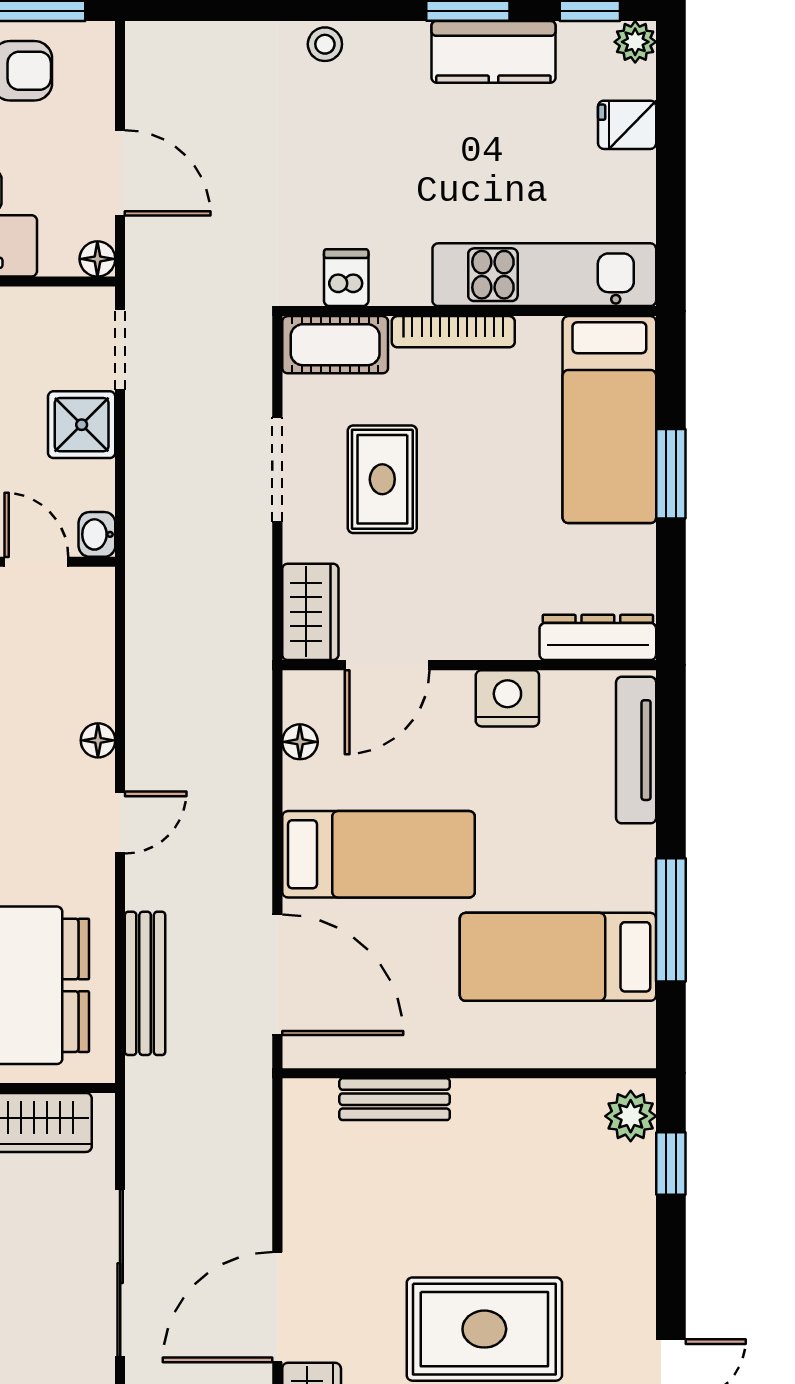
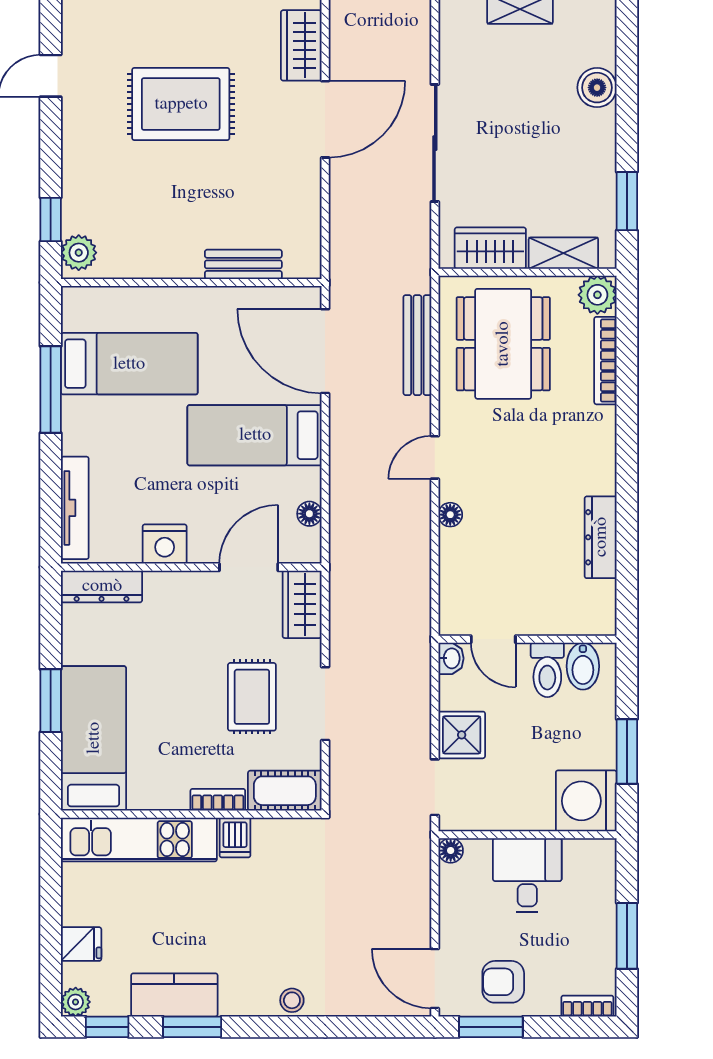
door: (120, 173) -> (435, 979), moved
dishwasher: (346, 278) -> (235, 837), moved
bookcase: (453, 332) -> (218, 800), width x0.64

